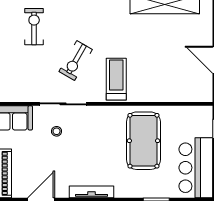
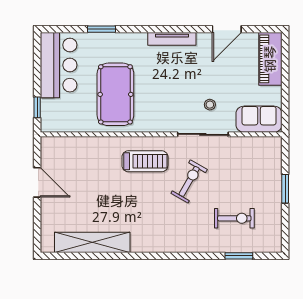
exercise bike: (34, 27) -> (234, 218), turned -90
treadmill: (116, 79) -> (145, 161), turned -90

